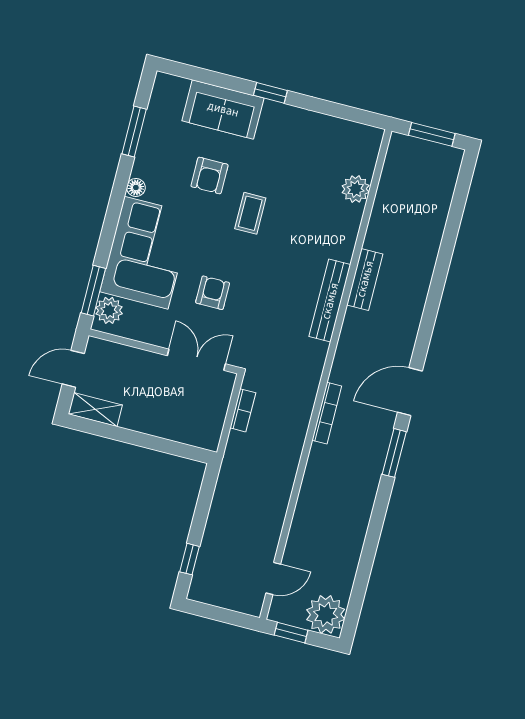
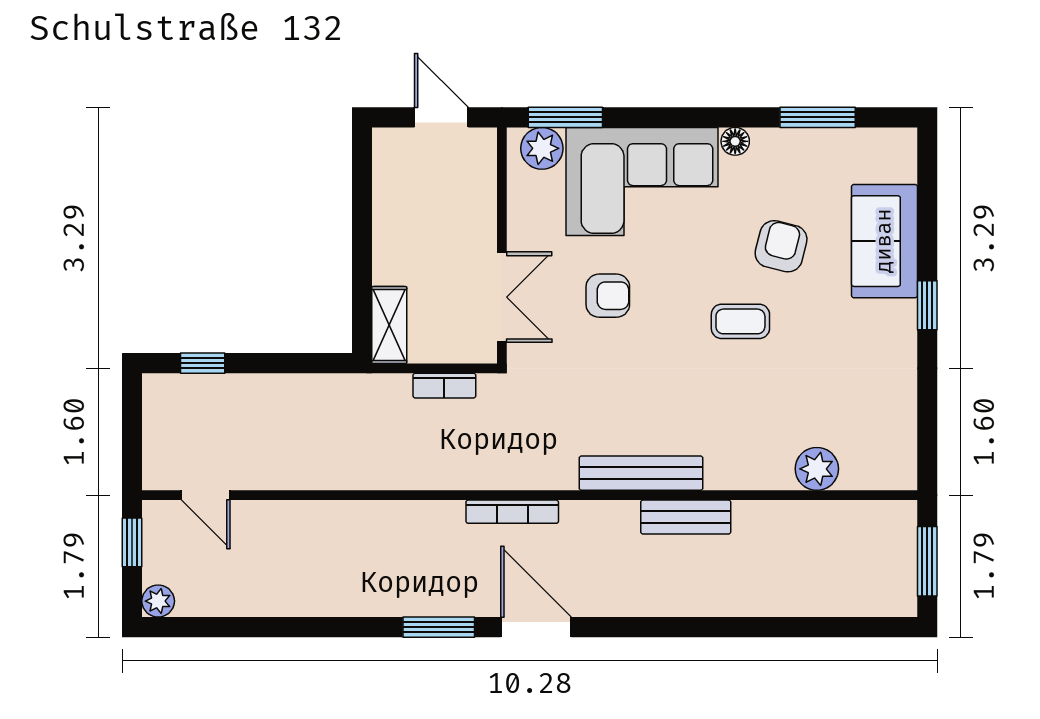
armchair: (209, 176) -> (781, 246), turned 104
shelving: (95, 410) -> (389, 325), moved
bookcase: (327, 413) -> (512, 512), moved
plant: (326, 614) -> (158, 601), width x0.53, depth x0.53

